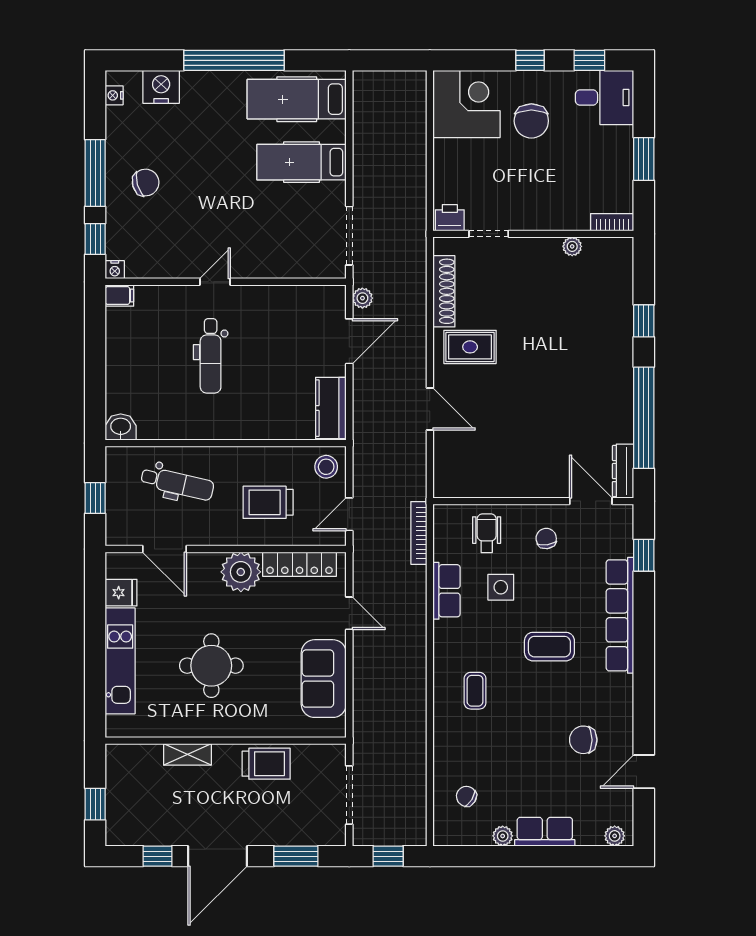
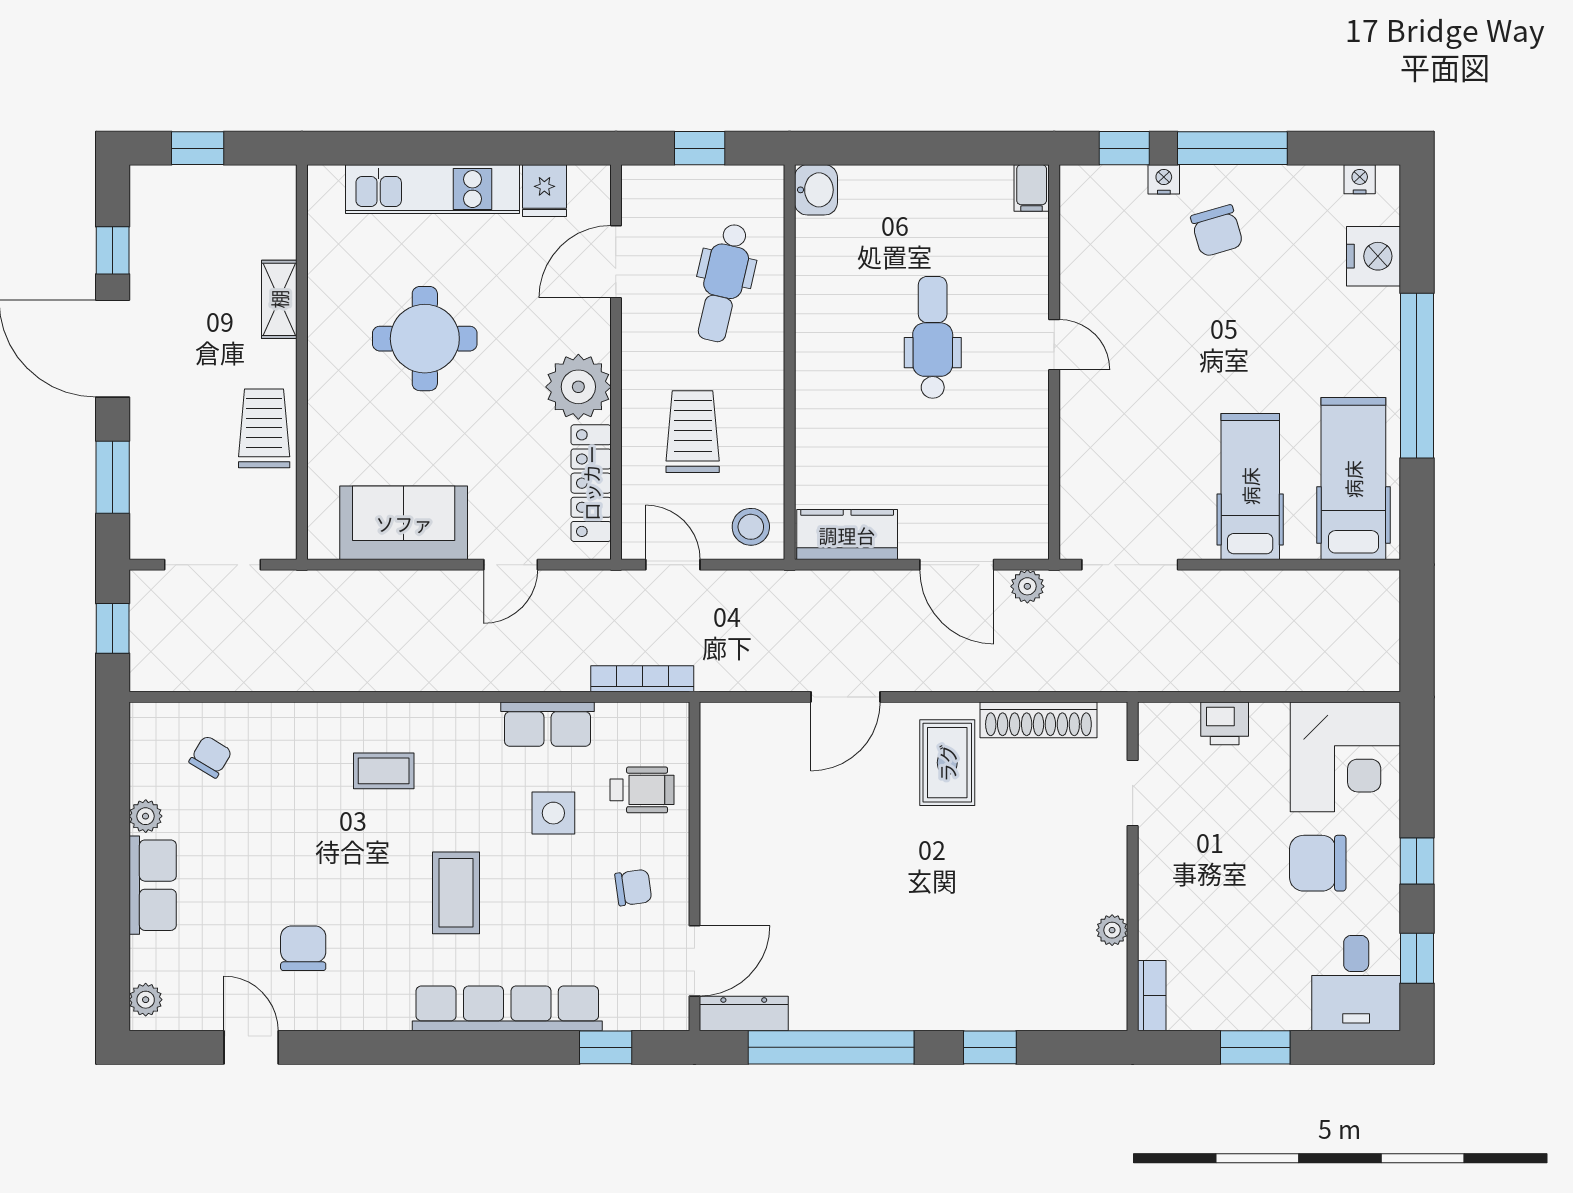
printer: (450, 218) -> (1225, 723), moved, turned 90
nightstand: (115, 270) -> (1164, 179), moved, turned 90
dental chair: (211, 356) -> (933, 337), turned 90
trolley: (266, 764) -> (264, 428), turned 180

